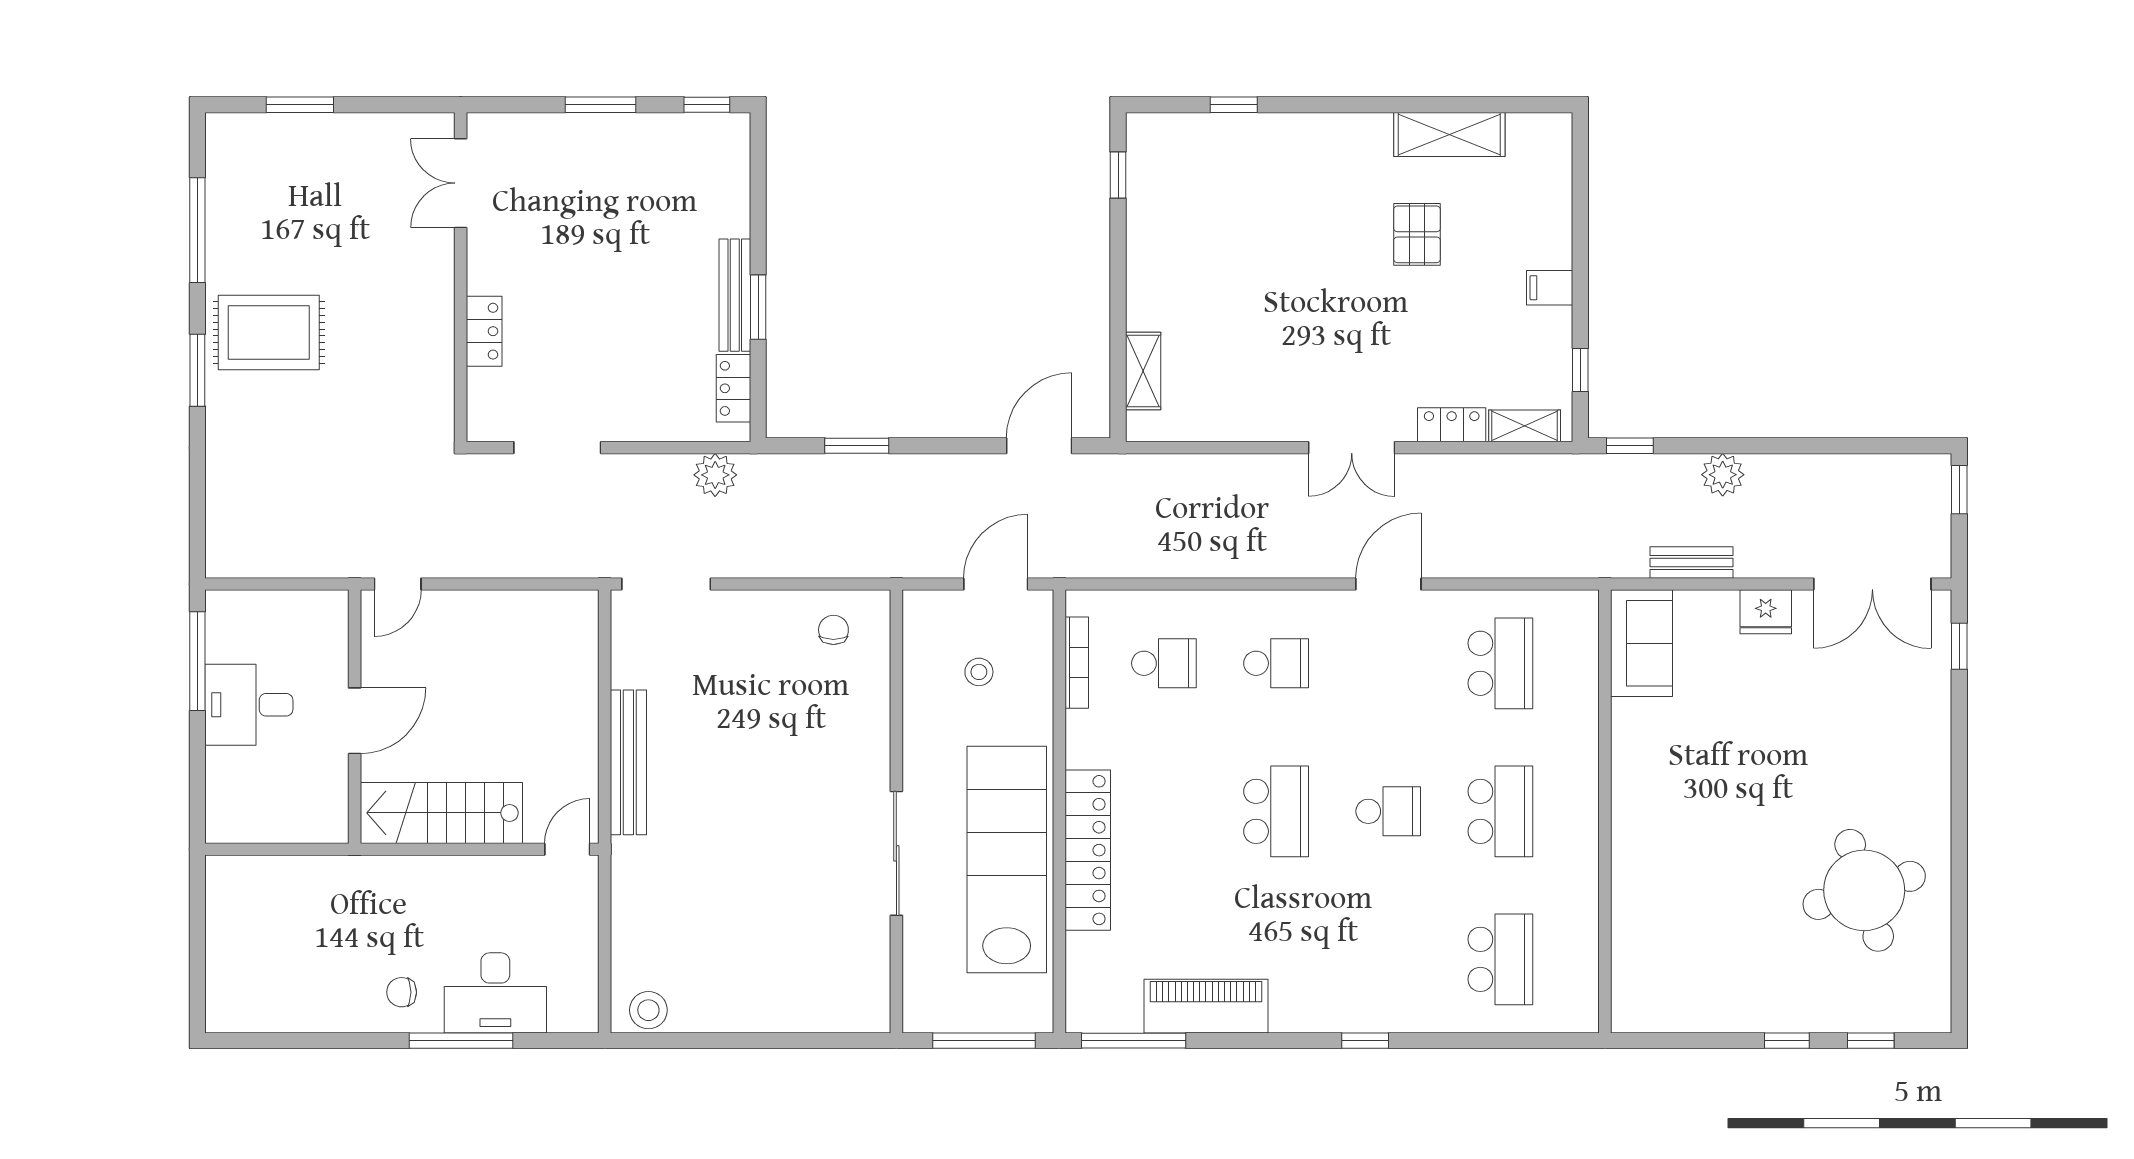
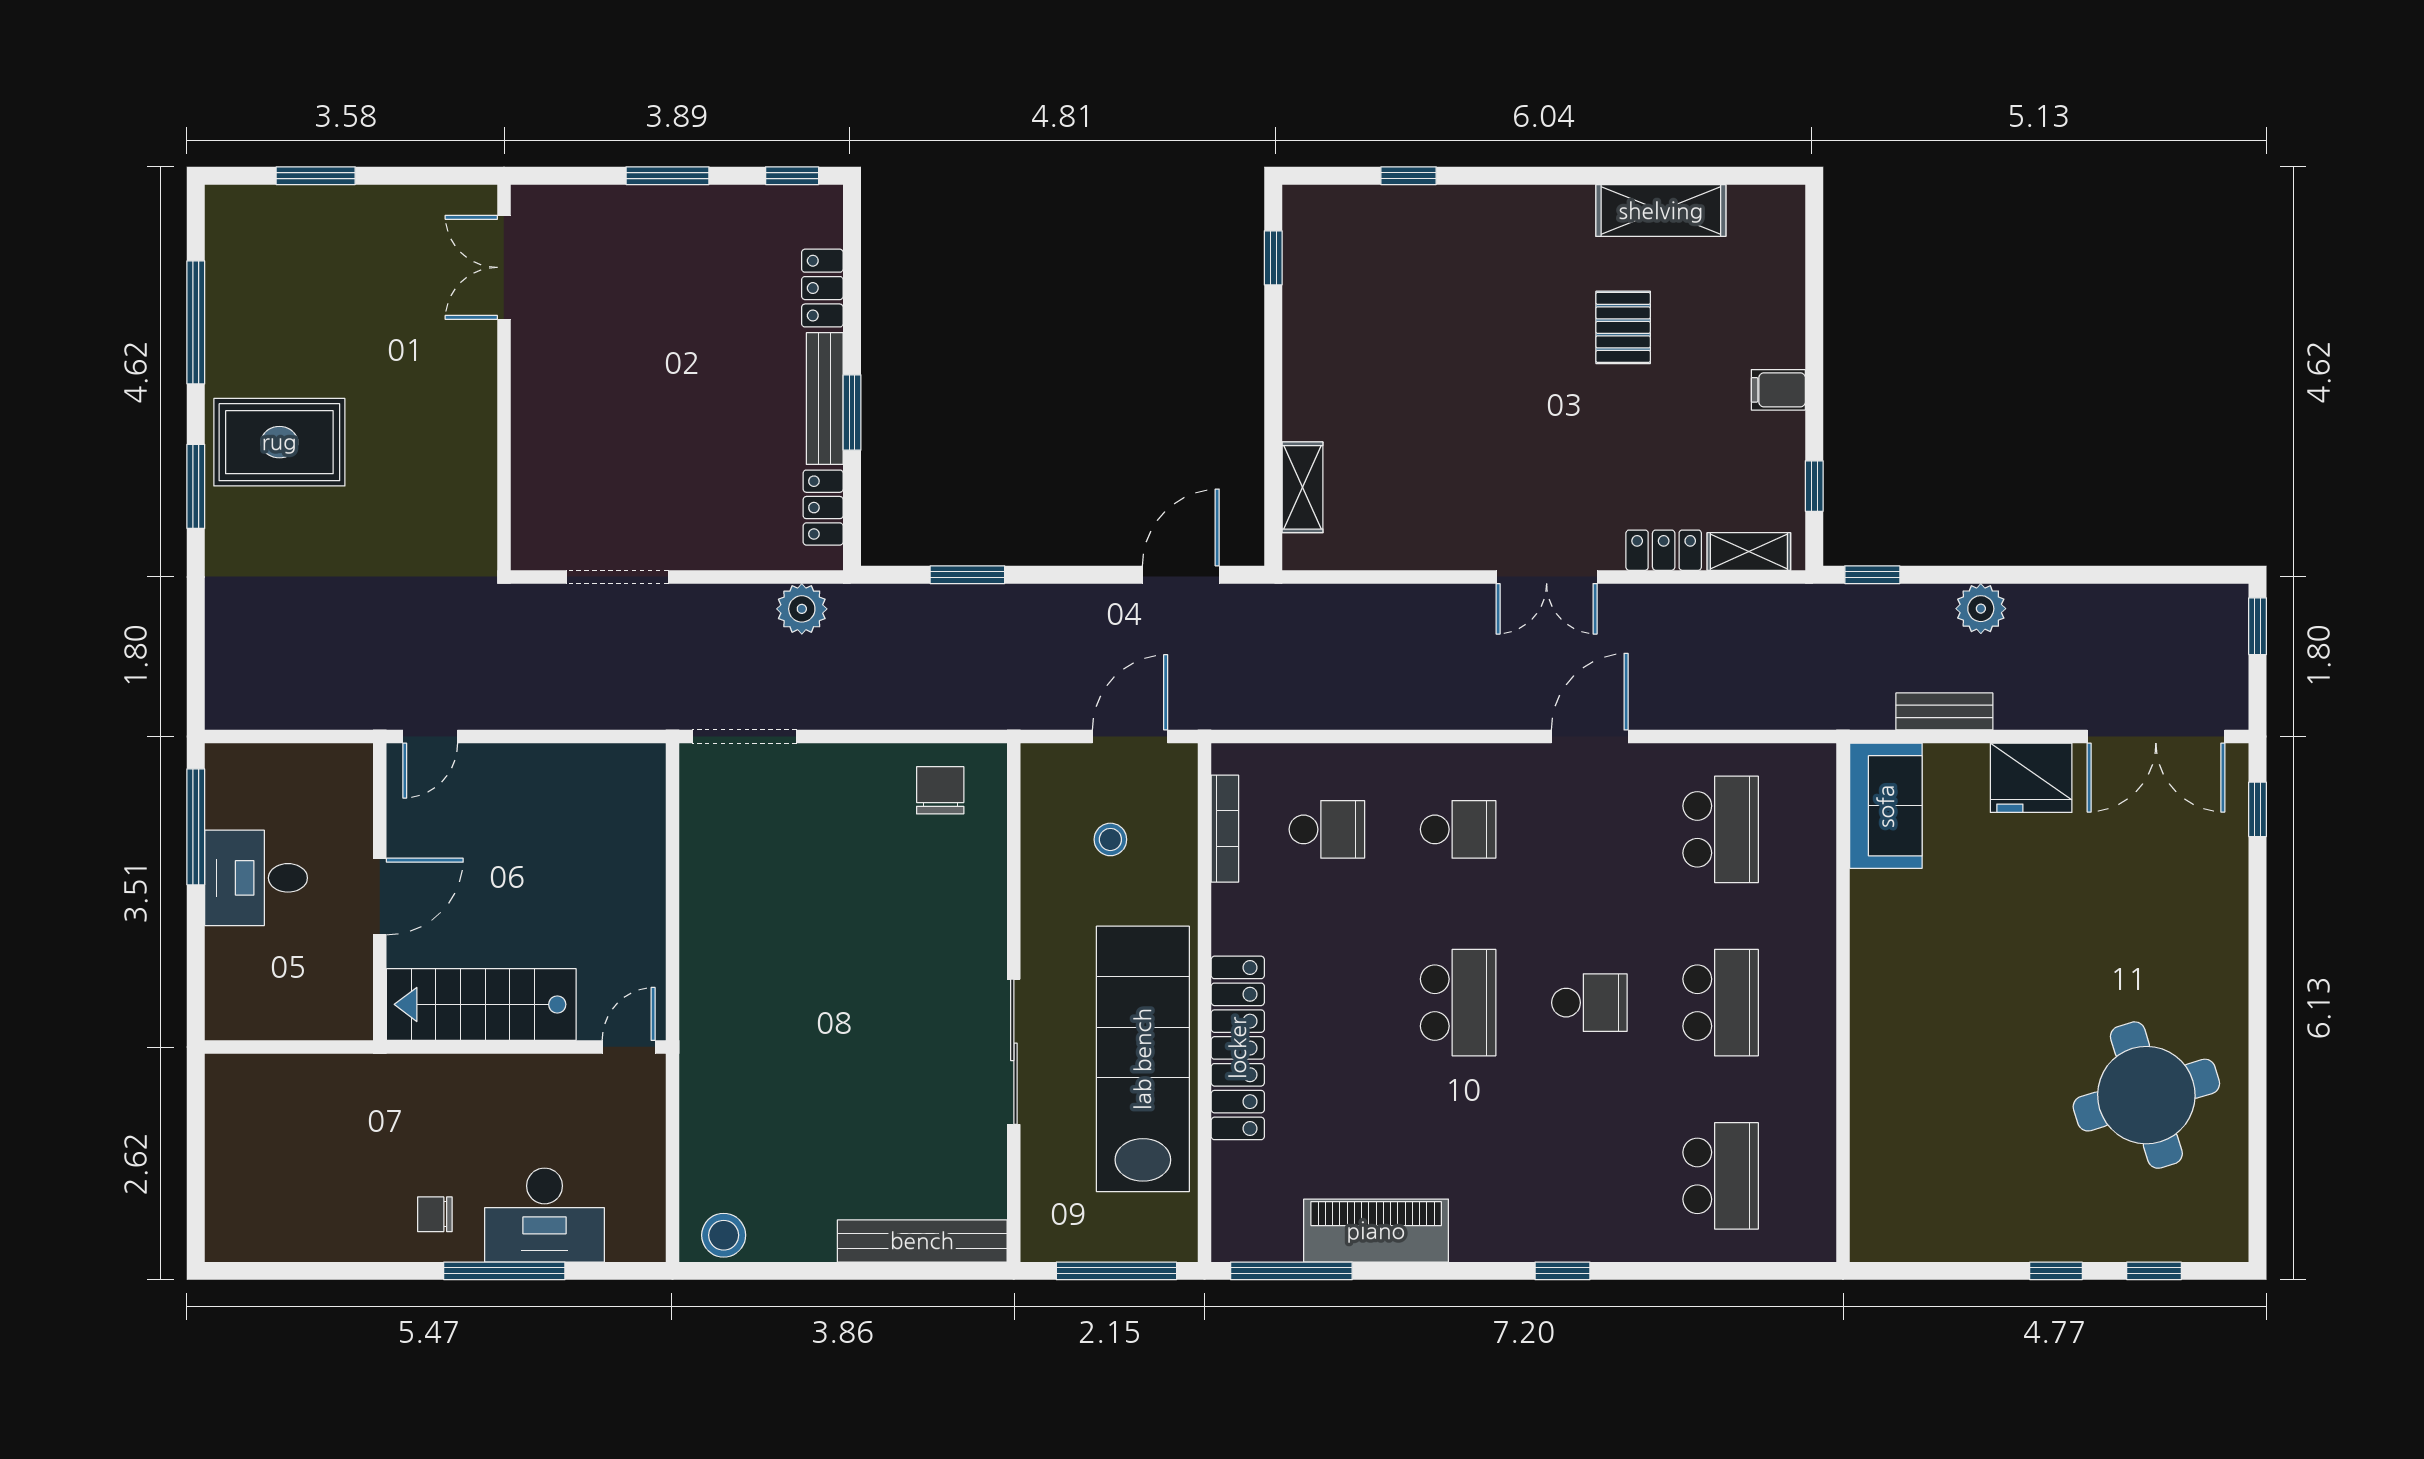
locker: (484, 331) -> (822, 288), moved, turned 180
fridge: (1766, 612) -> (2031, 778), width x1.36, depth x1.34
chair: (833, 630) -> (940, 790), width x1.37, depth x1.37
bench: (628, 762) -> (922, 1241), moved, turned 90

